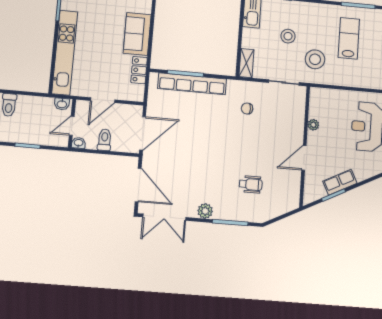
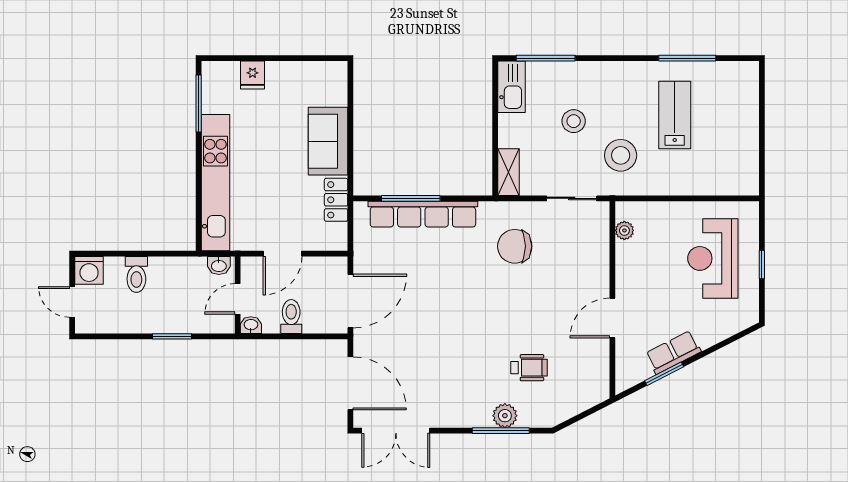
chair: (247, 109) -> (515, 246), width x1.87, depth x1.87
plant: (313, 125) -> (624, 230), moved
plant: (205, 211) -> (505, 416), moved

